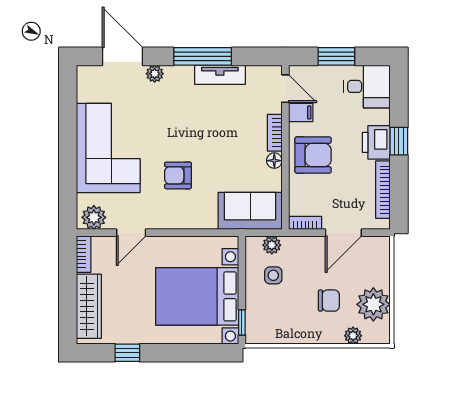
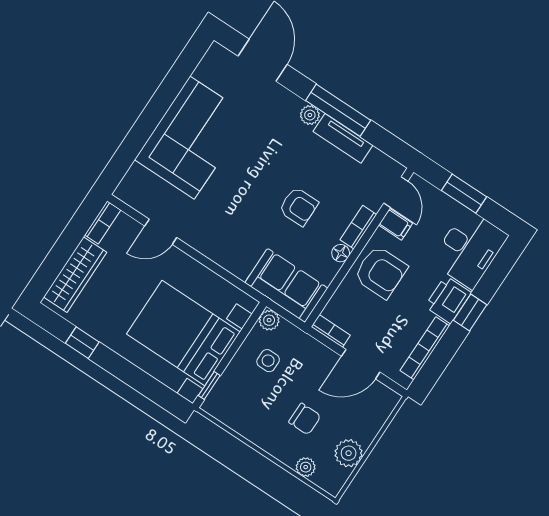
plant: (155, 74) -> (310, 115), moved
desk: (367, 86) -> (469, 249), width x1.37
armchair: (178, 175) -> (299, 207), moved, turned 180
plant: (94, 217) -> (135, 194), removed
plant: (272, 245) -> (269, 320), moved
plant: (373, 304) -> (349, 453), width x0.73, depth x0.73

